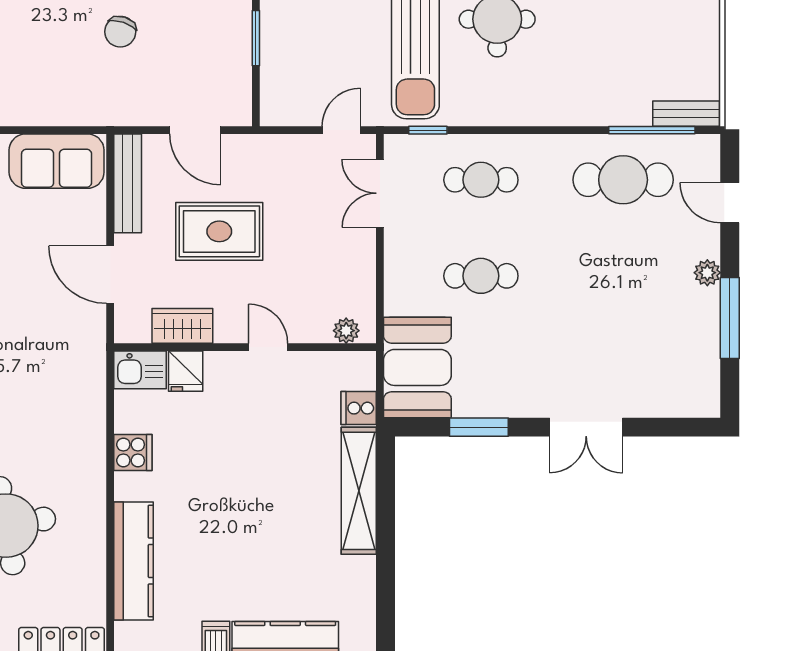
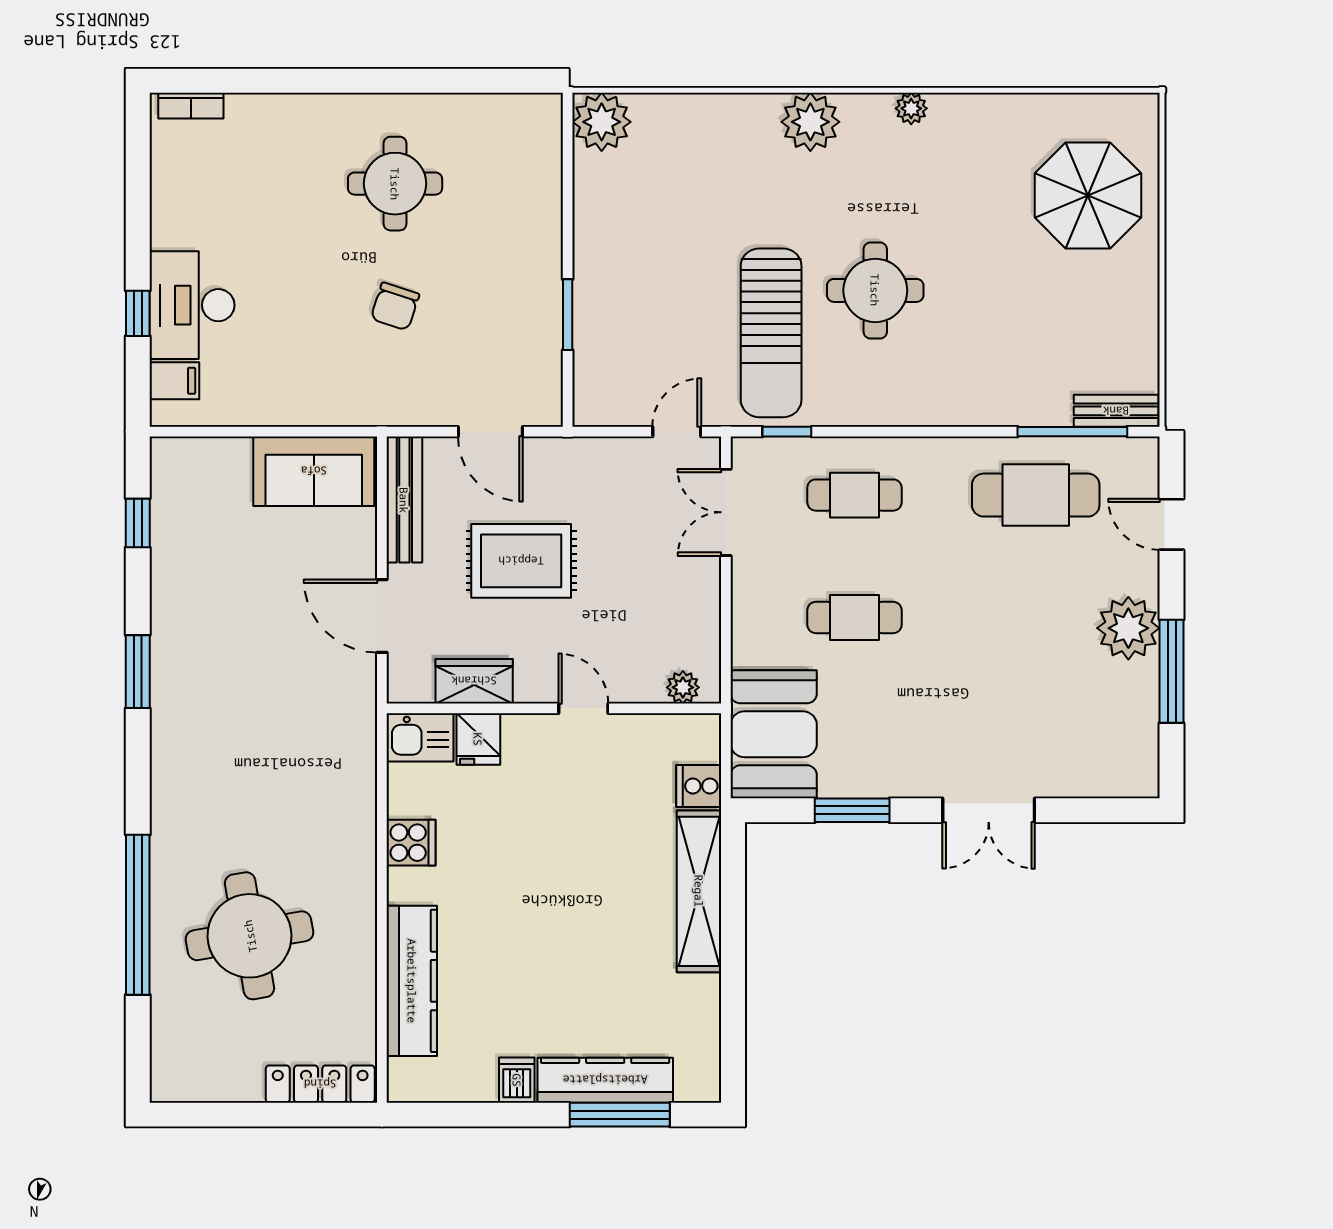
plant: (707, 273) -> (1128, 628), width x1.88, depth x1.88

